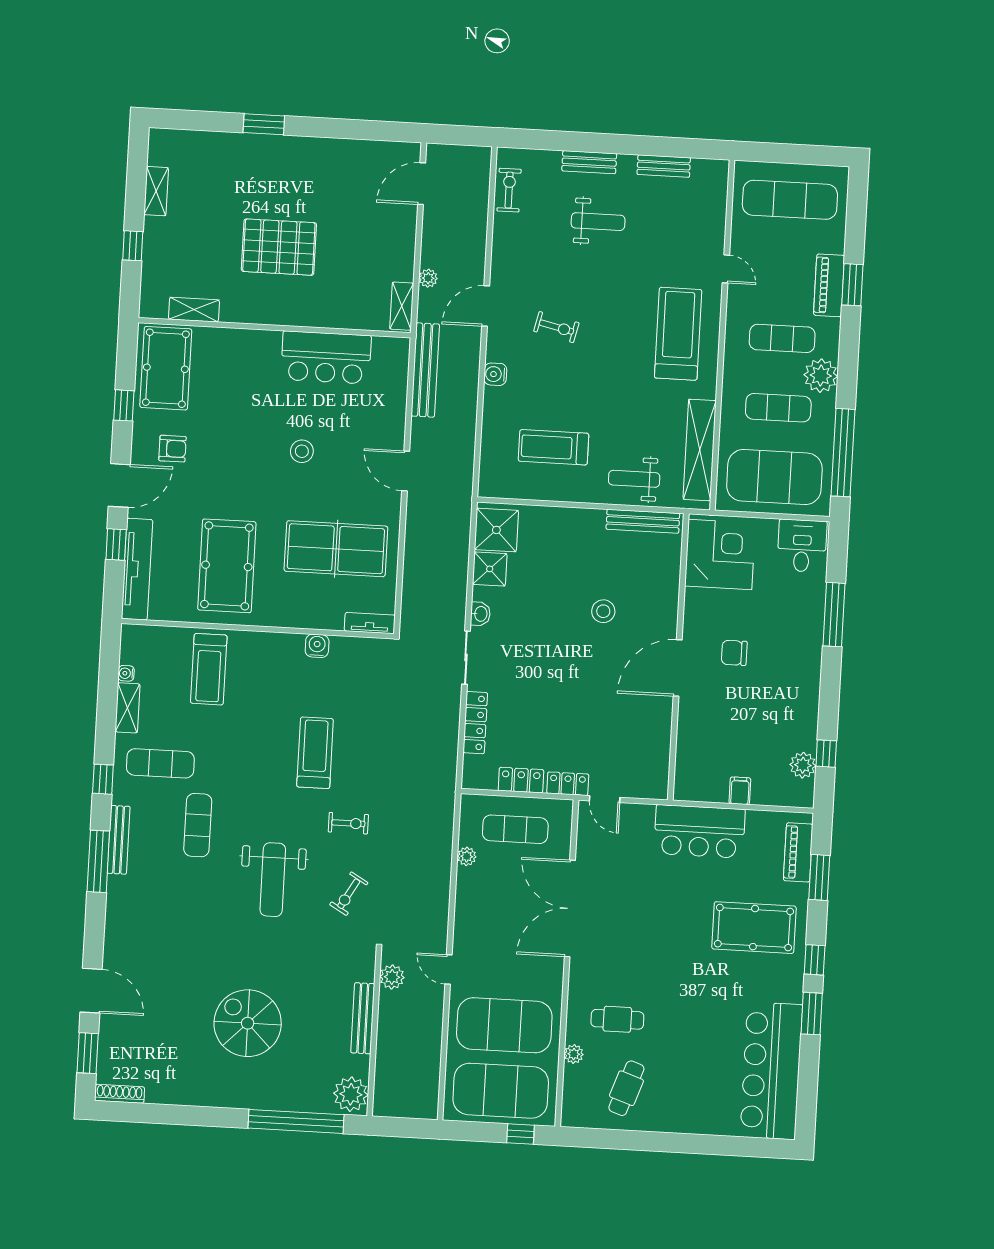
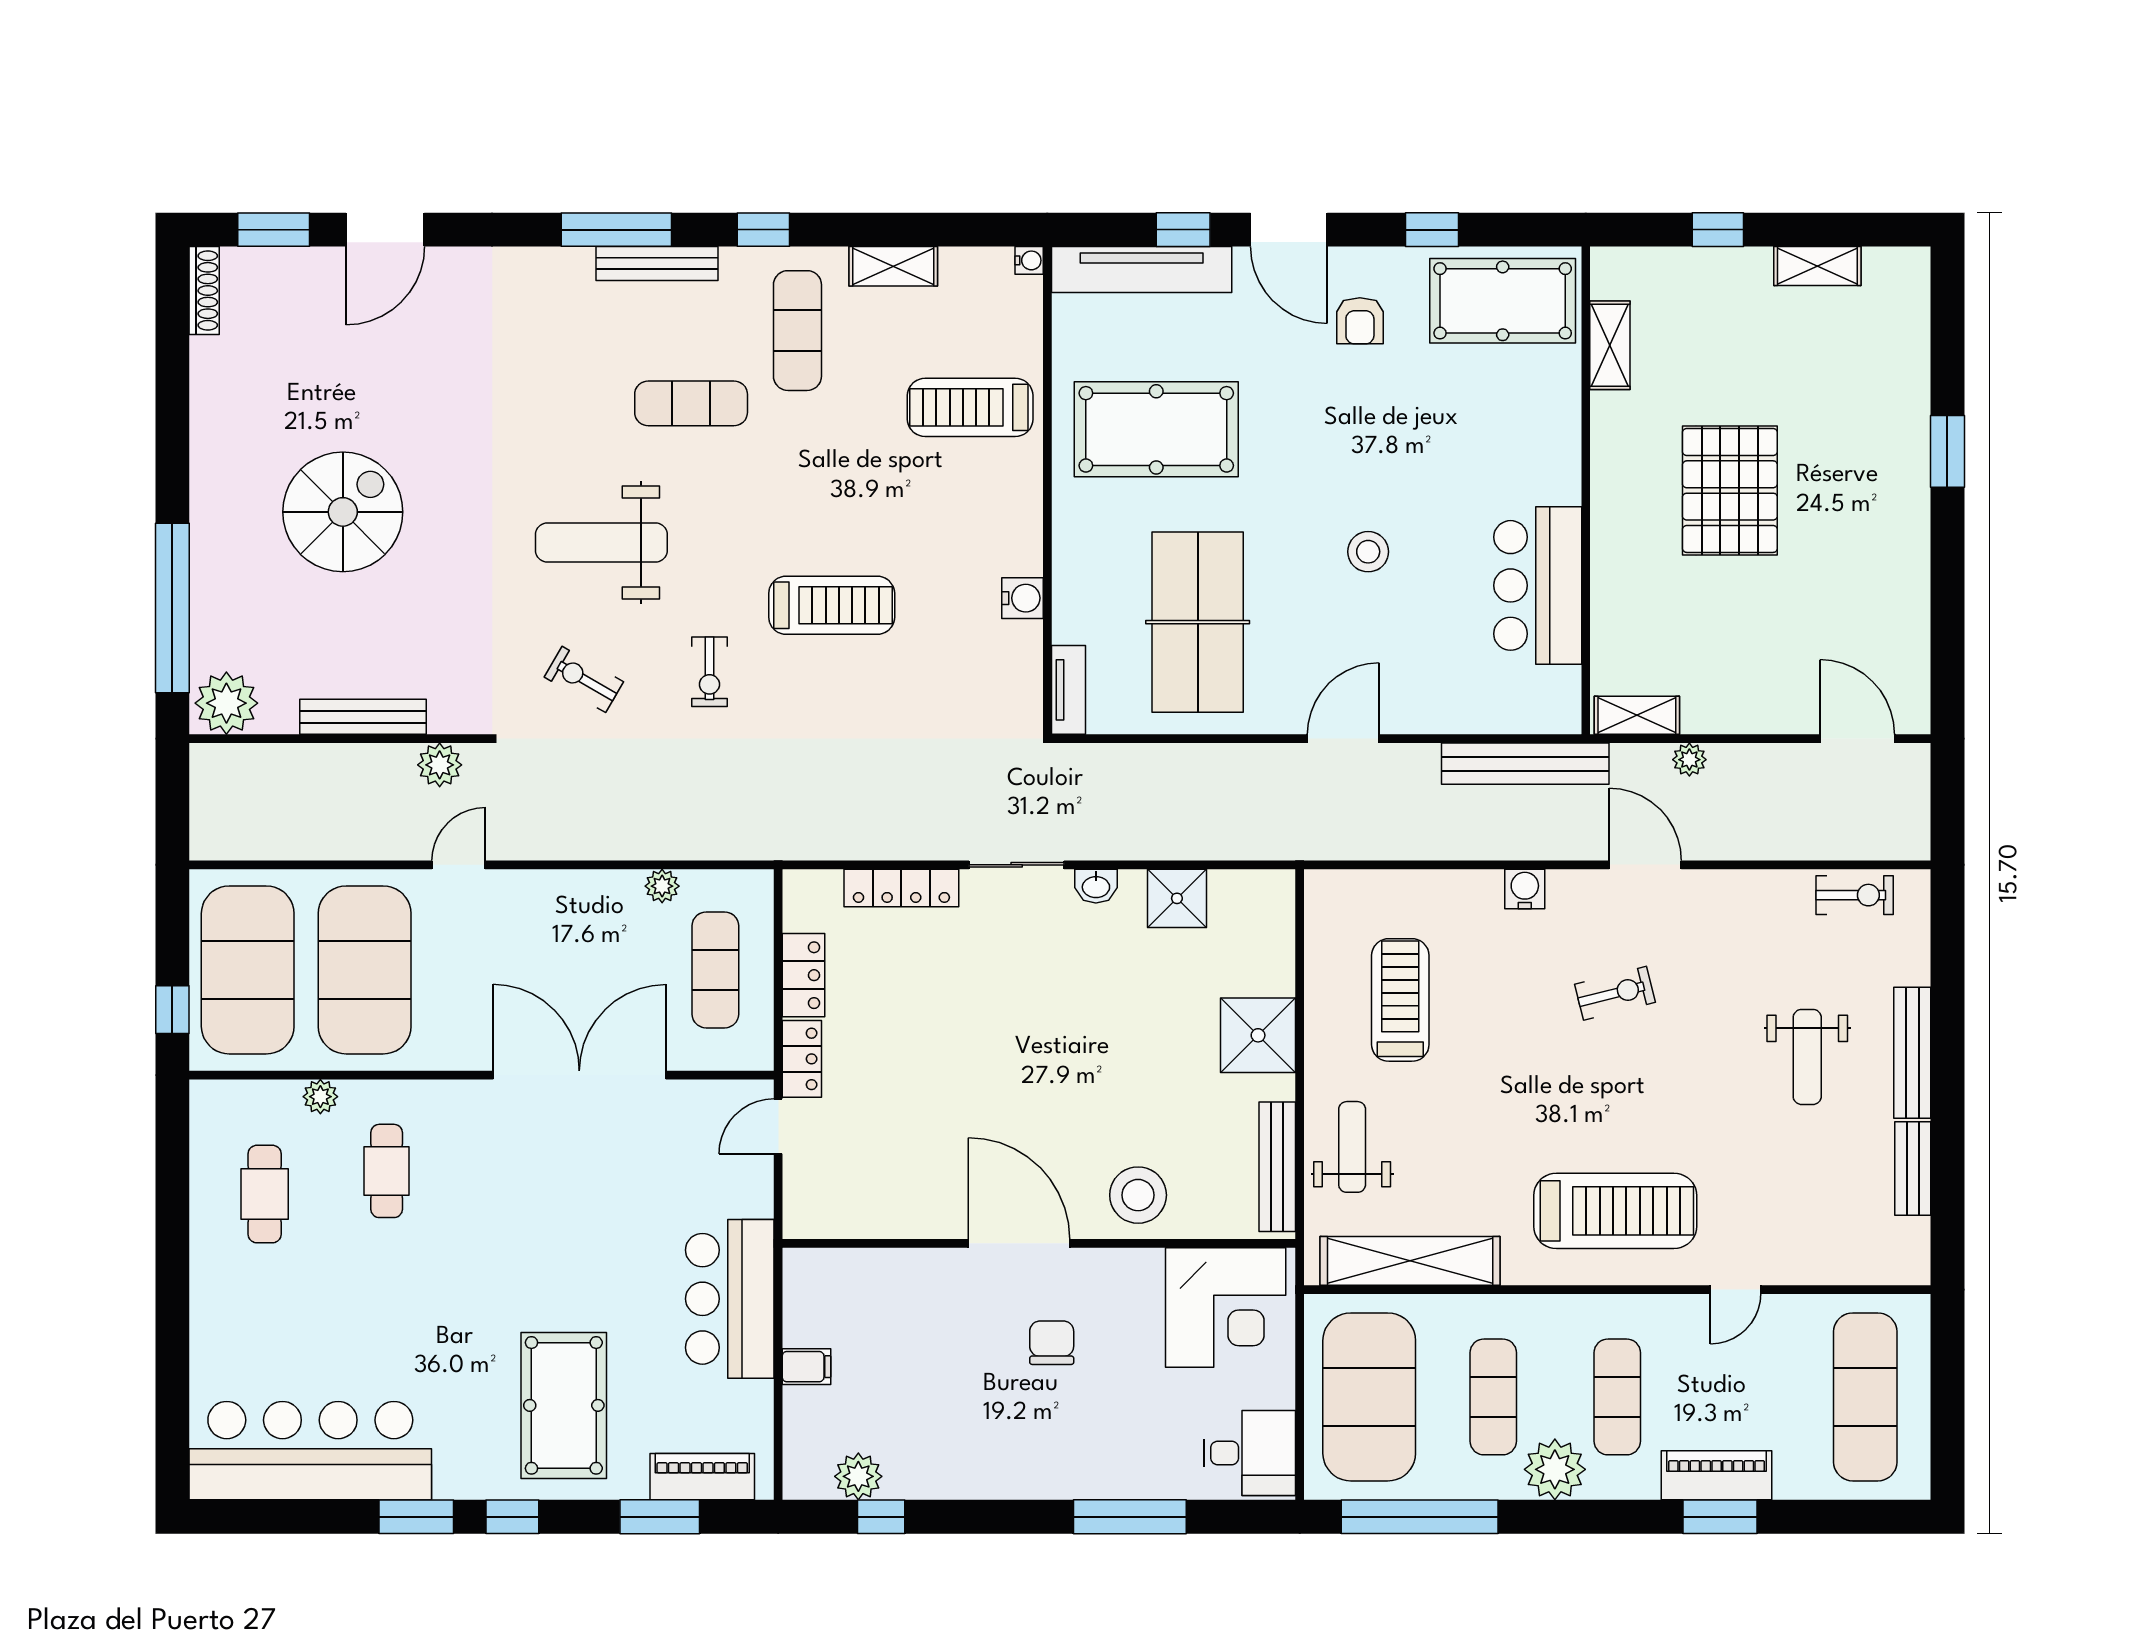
bench: (589, 162) -> (1912, 1053), width x1.36
exercise bike: (556, 327) -> (1615, 993), turned -117
shower: (496, 530) -> (1258, 1035), moved
stool: (603, 611) -> (1138, 1195), moved, width x1.38, depth x1.38
water cooler: (126, 673) -> (1029, 260), moved, turned 90
cafe table: (626, 1088) -> (265, 1194), turned 71

